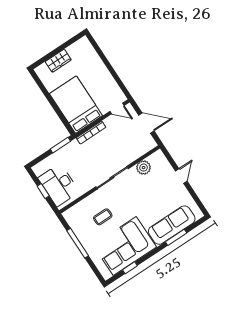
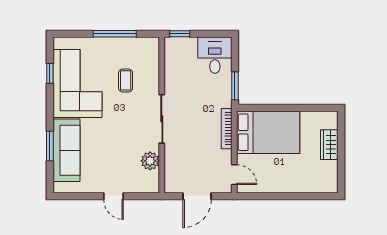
door: (117, 109) -> (234, 175), swing flipped
desk: (59, 185) -> (215, 55), moved, width x0.73
window: (43, 191) -> (180, 34), moved

